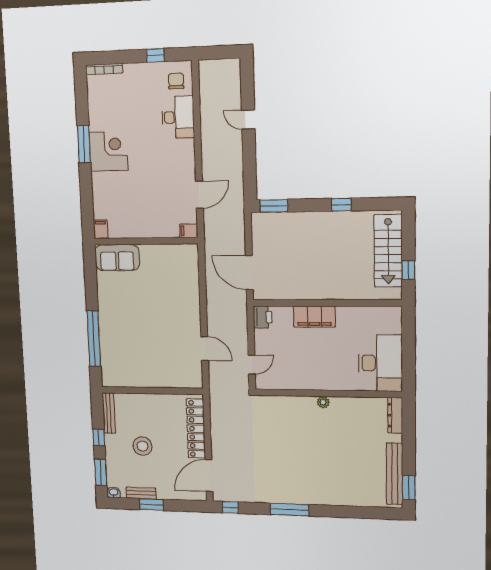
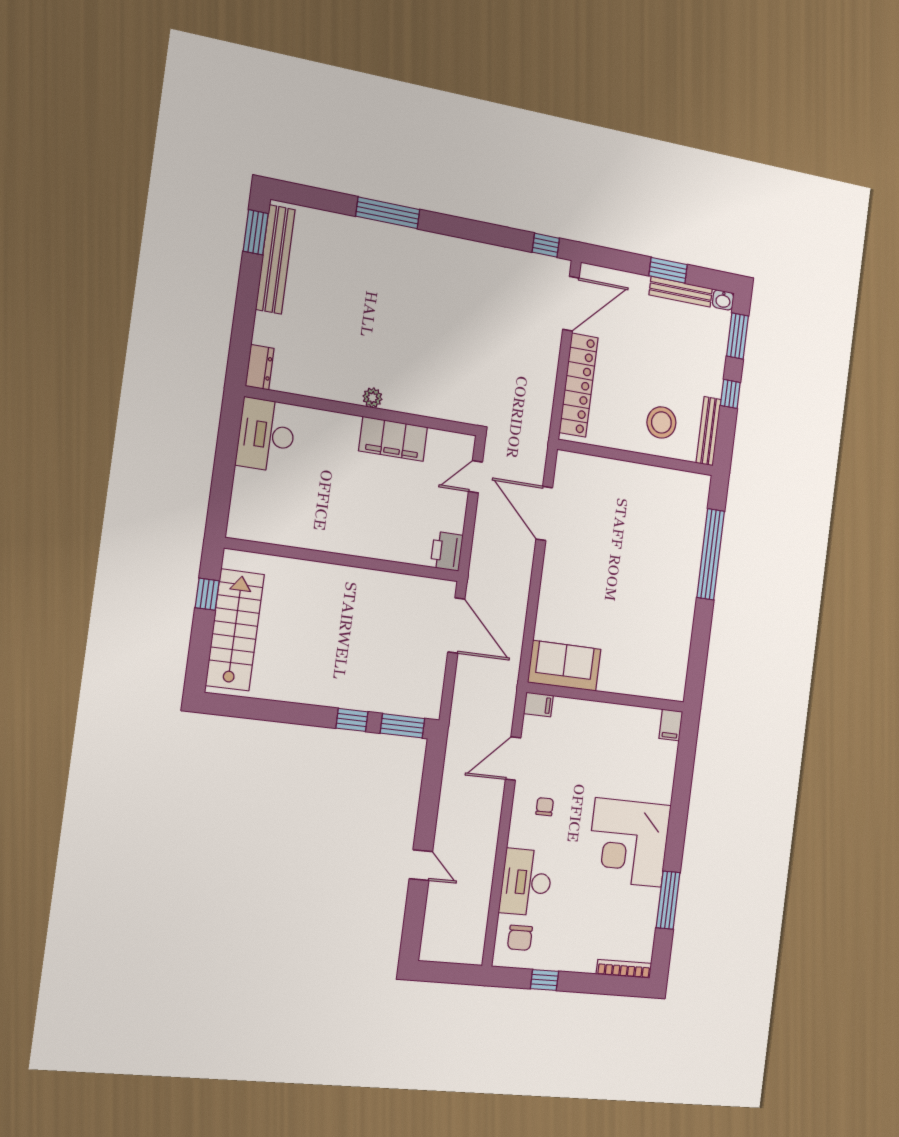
window: (84, 144) -> (668, 900), moved
corner desk: (108, 151) -> (628, 843), width x1.36, depth x1.36
chair: (174, 167) -> (545, 807), added
window: (341, 205) -> (352, 720), moved
sofa: (117, 258) -> (564, 666), moved
filing cabinet: (314, 317) -> (393, 439), moved, turned 180
door: (205, 349) -> (544, 513), width x1.36
desk: (380, 363) -> (266, 435), width x0.73, depth x0.77
dresser: (395, 415) -> (260, 367), width x0.70
stool: (142, 446) -> (661, 422), moved
bench: (141, 493) -> (681, 292), width x1.36
window: (290, 510) -> (388, 213), moved

